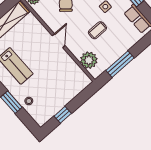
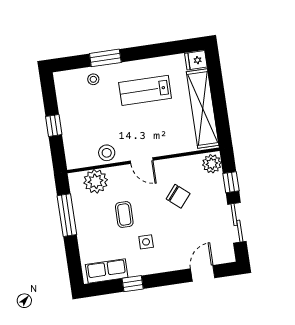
stool: (67, 65) -> (107, 153), added
window: (63, 115) -> (54, 126), moved

